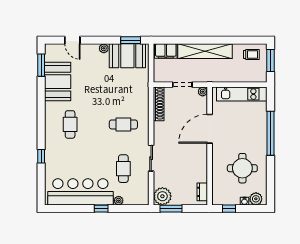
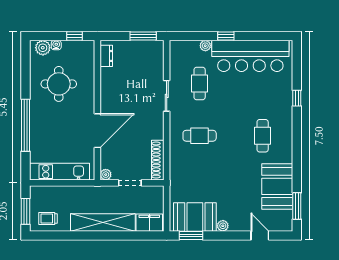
plant: (162, 196) -> (153, 51), removed

